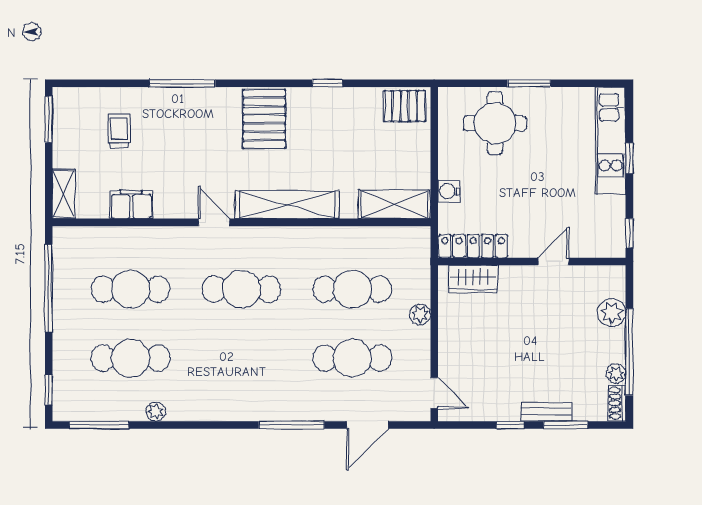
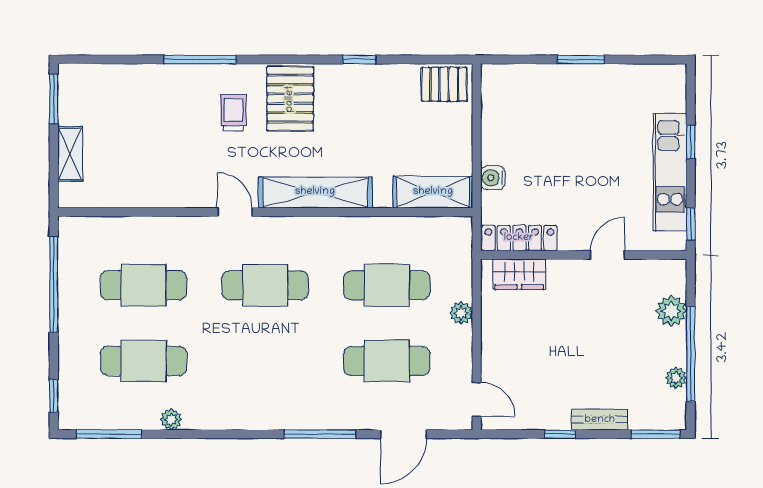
round table: (495, 123) -> (543, 103), removed
trolley: (119, 131) -> (233, 113), moved
kitchen unit: (611, 141) -> (670, 172), moved
shelving: (64, 194) -> (70, 154), moved
filing cabinet: (131, 205) -> (144, 192), removed
shoe rack: (617, 403) -> (677, 410), removed
window: (566, 425) -> (655, 434), moved

